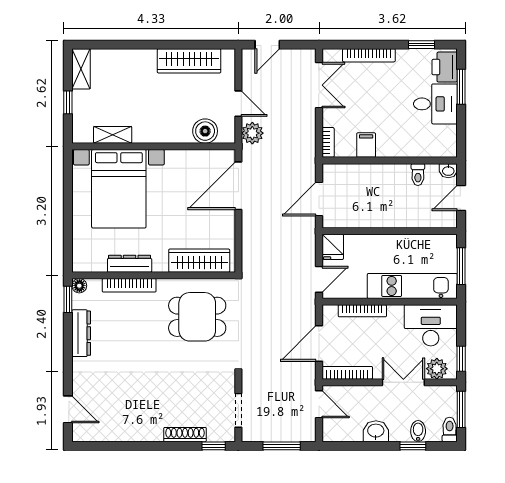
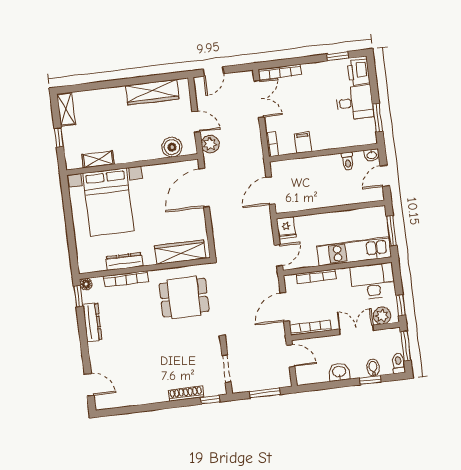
bookcase: (369, 55) -> (280, 72), moved
window: (461, 87) -> (378, 118), moved

